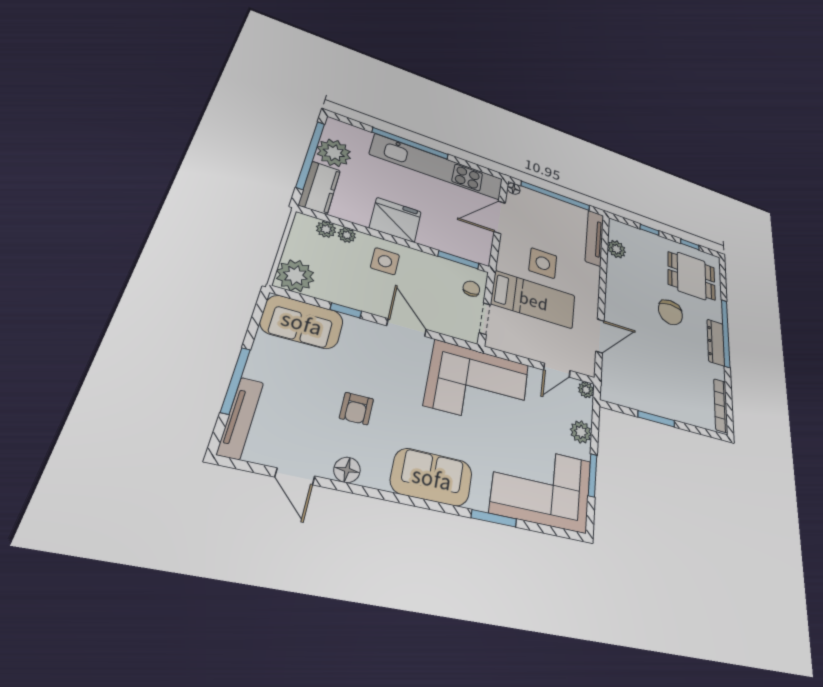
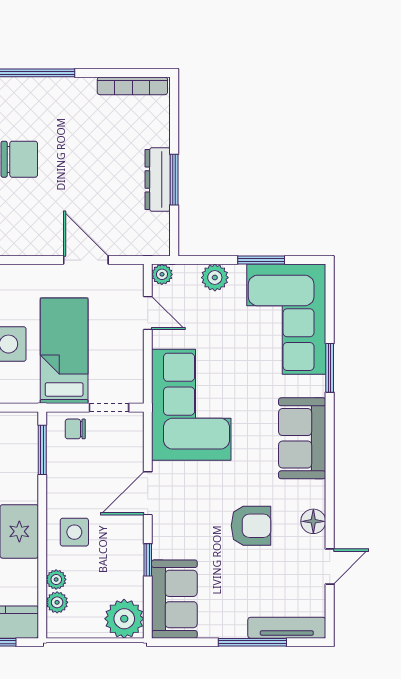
dresser: (716, 342) -> (158, 180), moved, turned 90
armchair: (356, 409) -> (251, 526), width x1.38, depth x1.38

